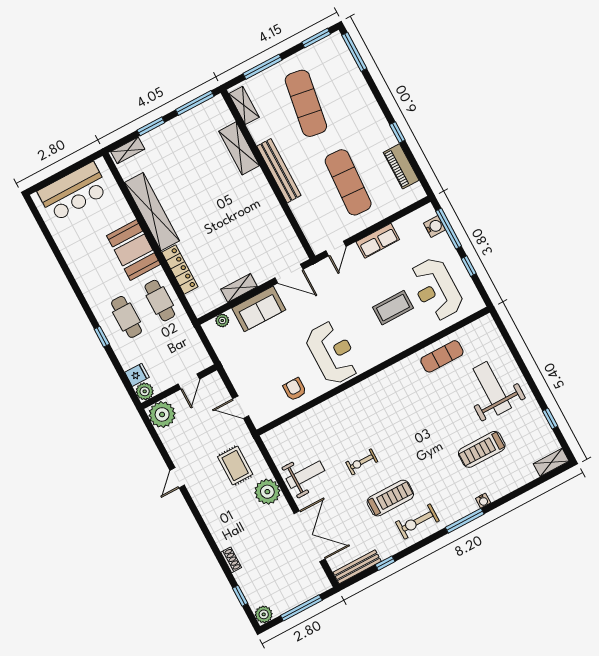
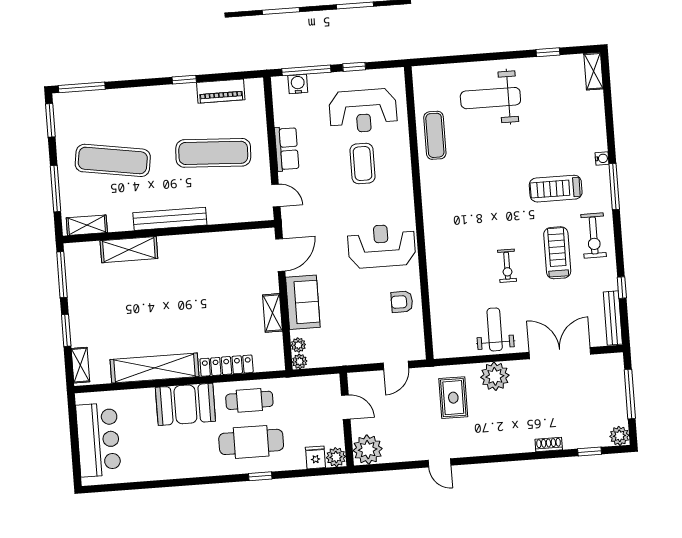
cafe table: (127, 317) -> (251, 442), width x1.37, depth x1.35
plant: (209, 327) -> (300, 361), added
treadmill: (482, 449) -> (556, 189), moved, turned 90
rug: (235, 465) -> (453, 398), turned 90

